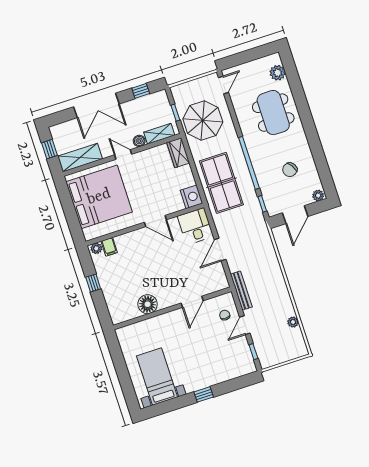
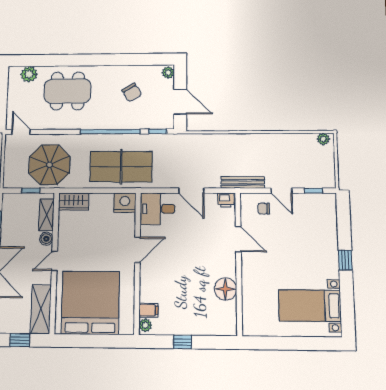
printer: (222, 281) -> (226, 200), added
plant: (293, 322) -> (323, 139), moved

